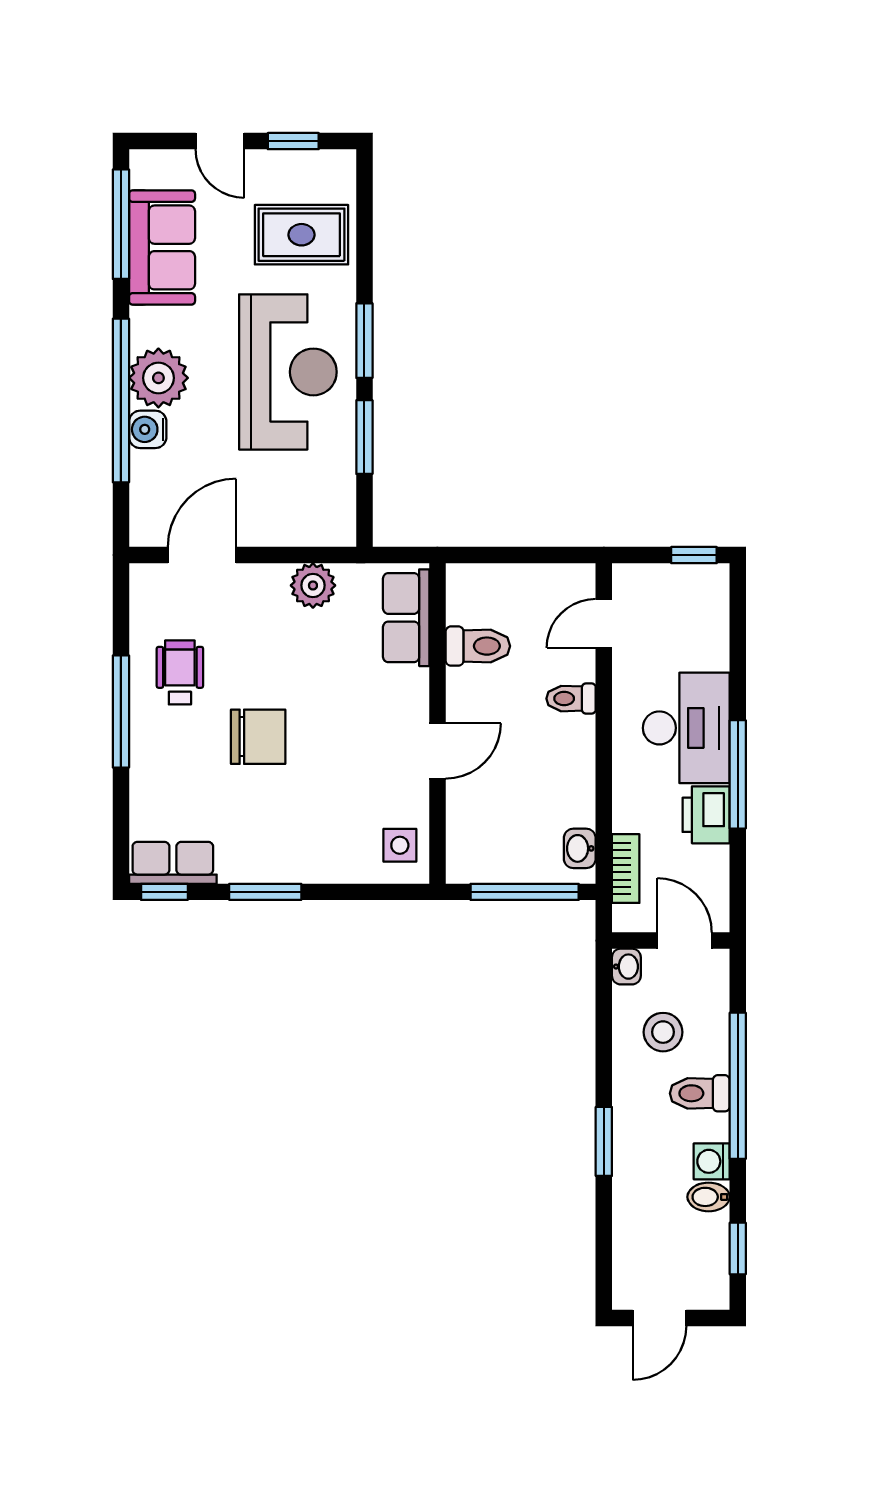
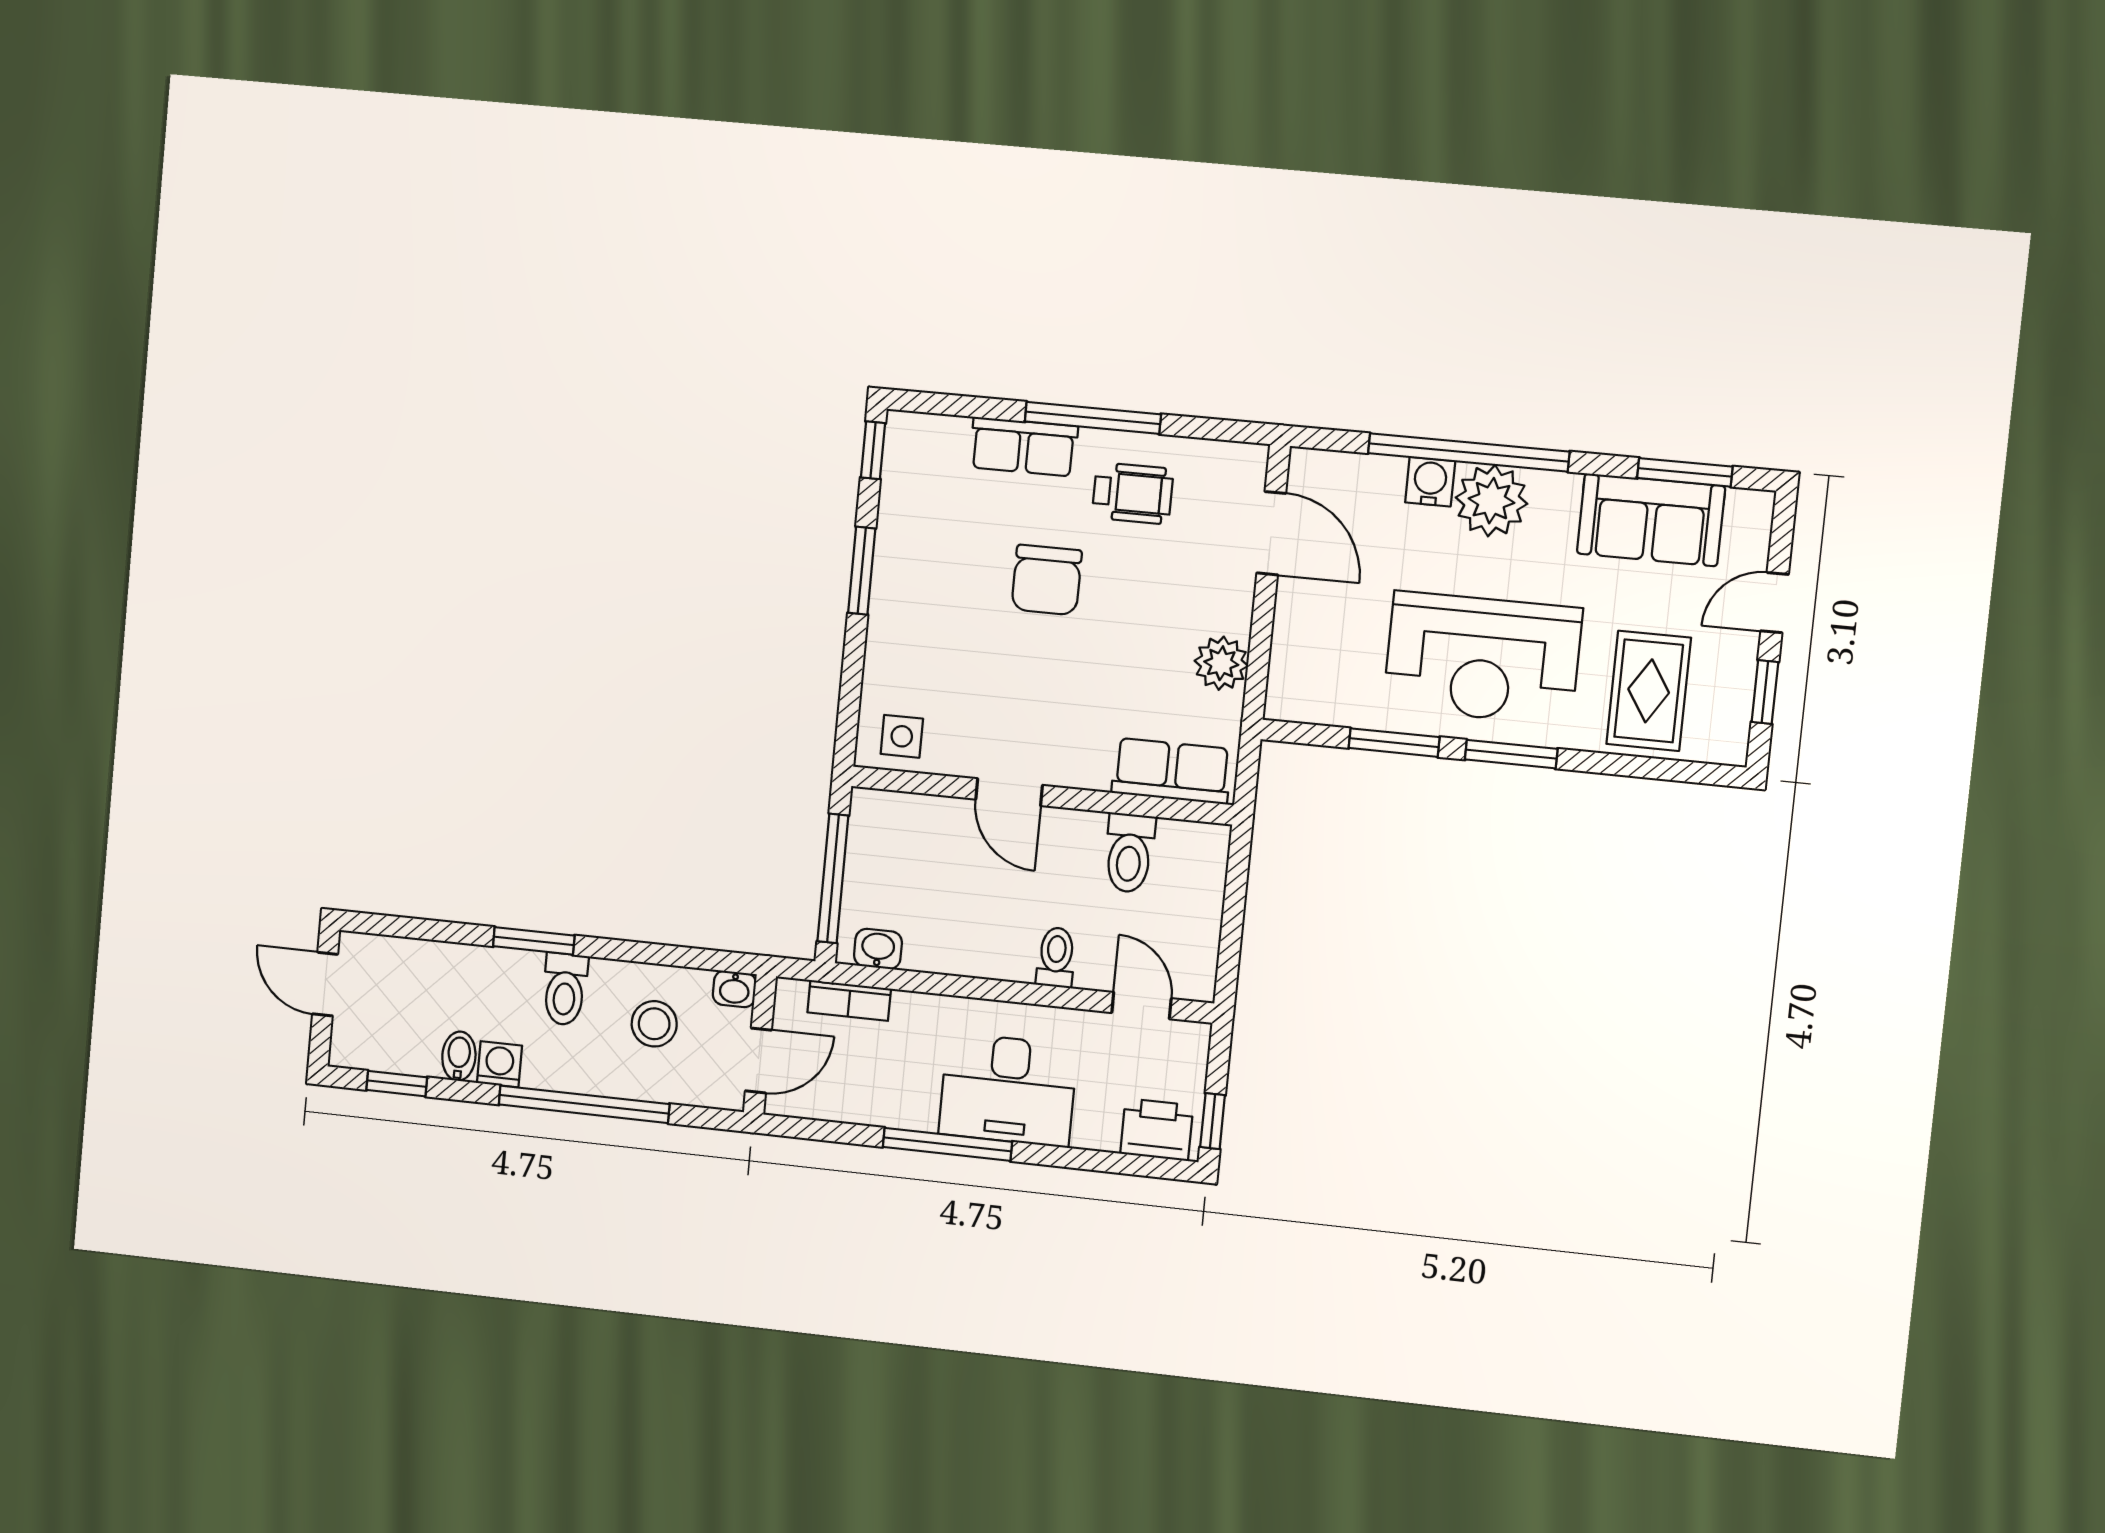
window: (121, 224) -> (1685, 472), width x0.69
printer: (706, 815) -> (1157, 1130), moved
row of seats: (173, 863) -> (1024, 447), moved, turned 90
toilet: (700, 1093) -> (565, 989), moved, turned 180

